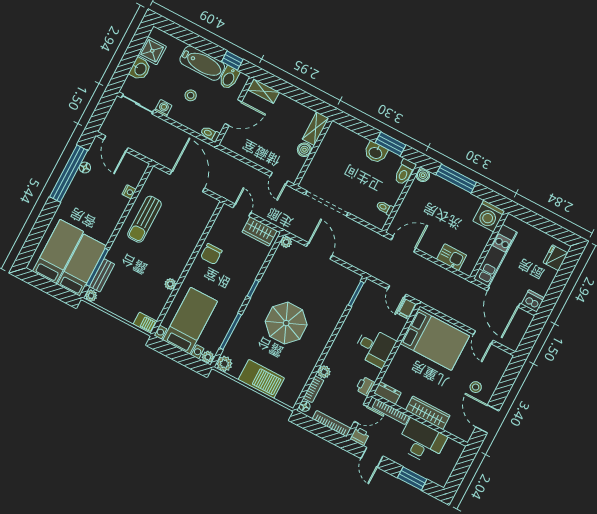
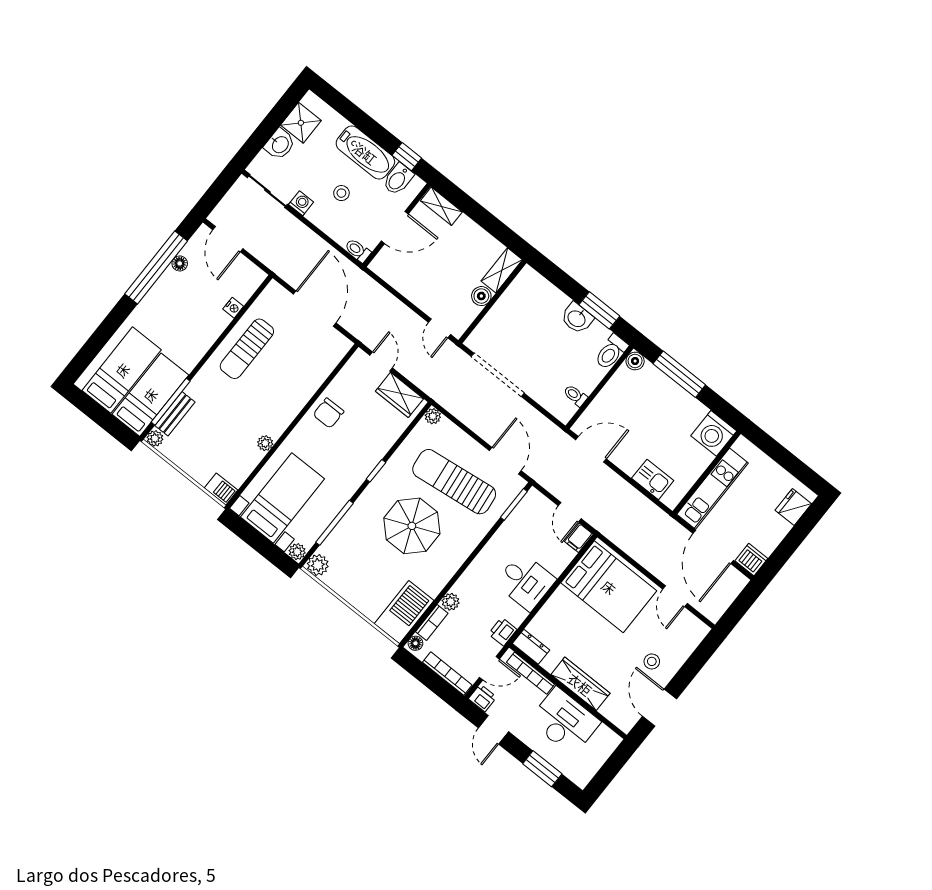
door: (319, 251) -> (505, 461), moved
sun lounger: (310, 286) -> (454, 482), added
barbecue: (261, 379) -> (404, 612), moved, turned -90

